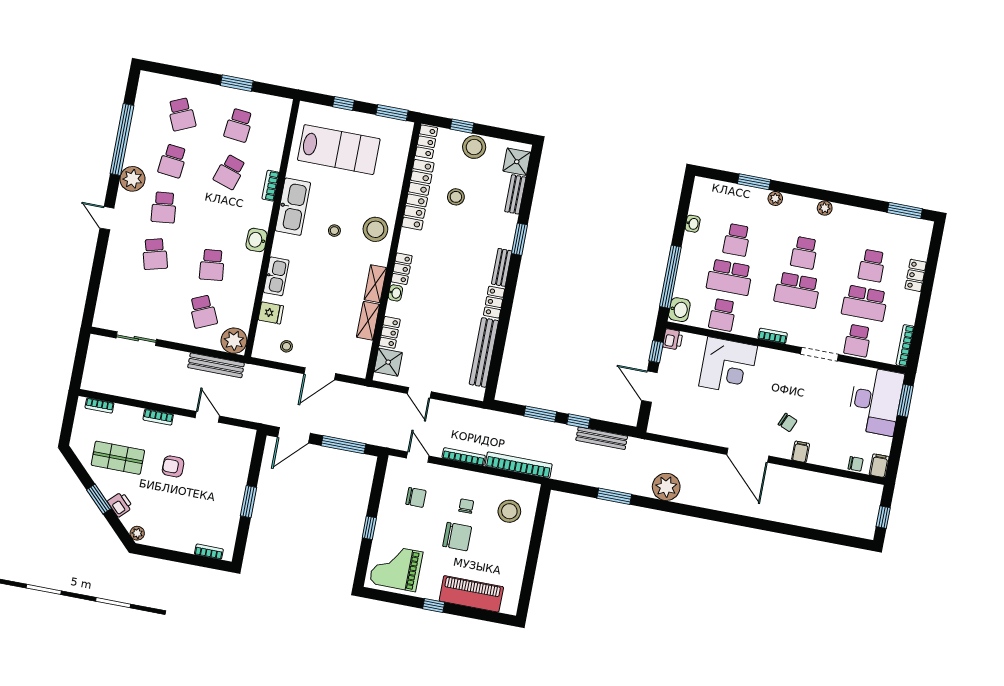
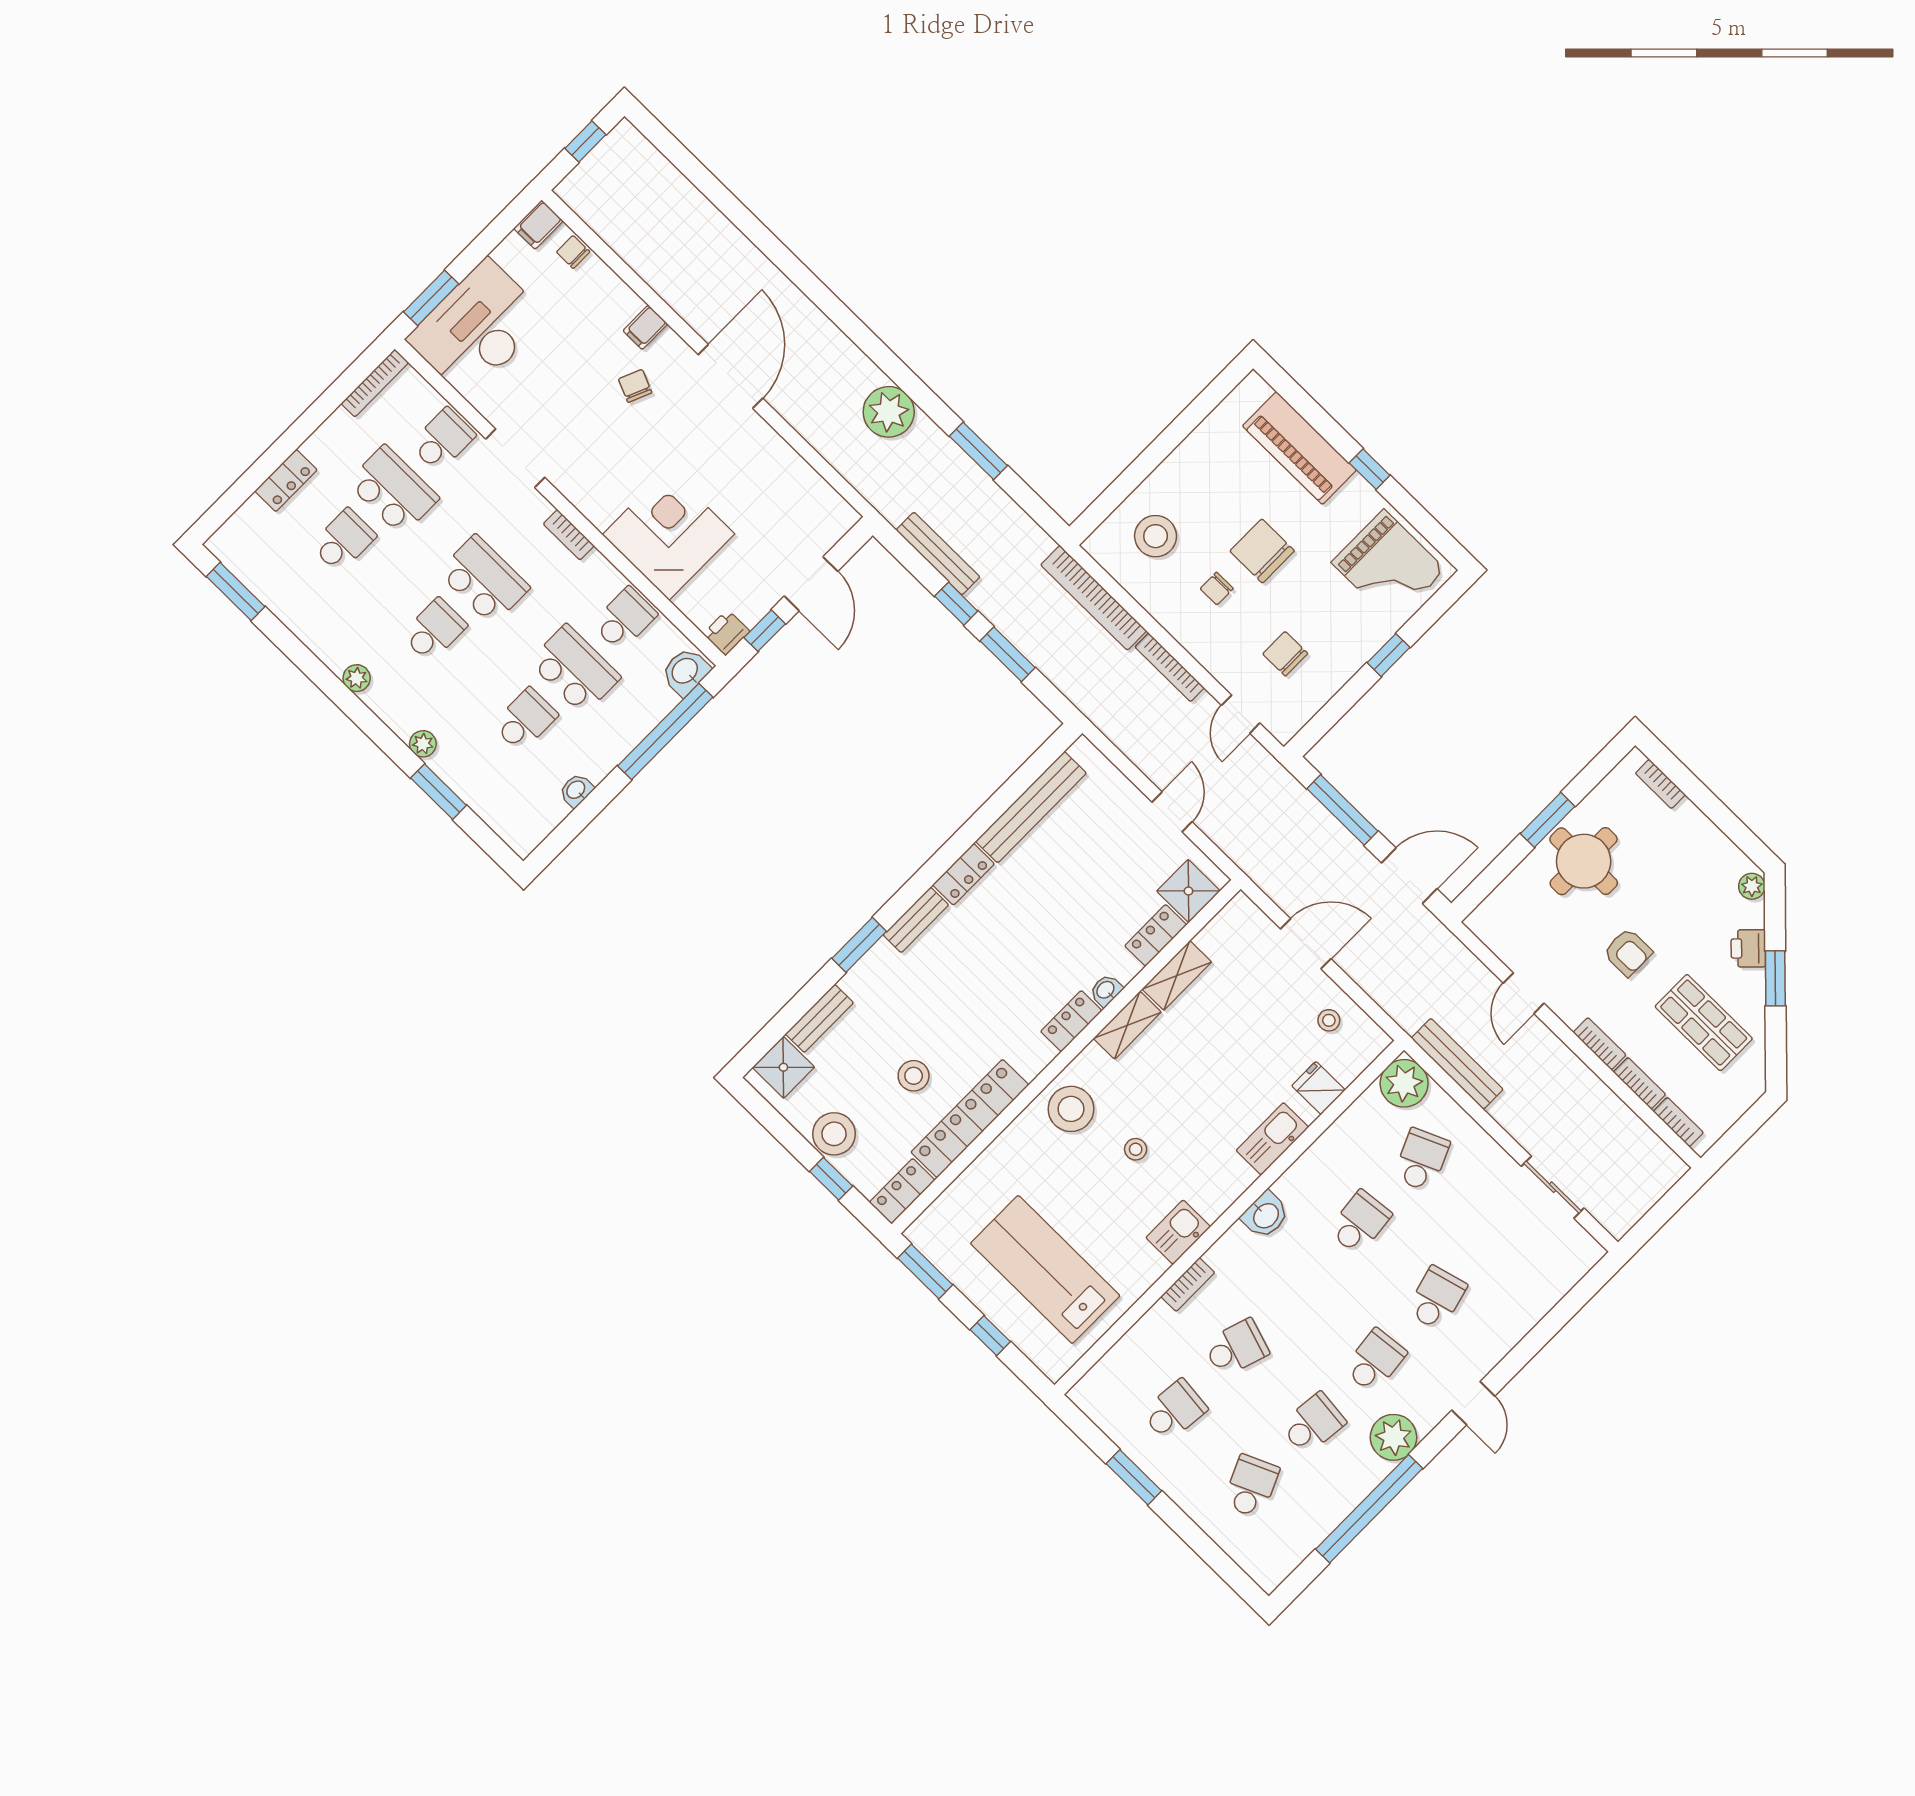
kitchen sink: (293, 207) -> (1178, 1232), width x0.53, depth x0.81
bookcase: (128, 411) -> (1639, 1083), added
round table: (220, 494) -> (1584, 861), added

